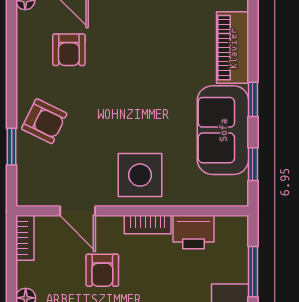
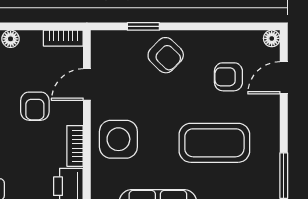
coffee table: (144, 66) -> (214, 143), added
armchair: (44, 121) -> (166, 55), turned -72
armchair: (102, 270) -> (35, 106), turned -90

